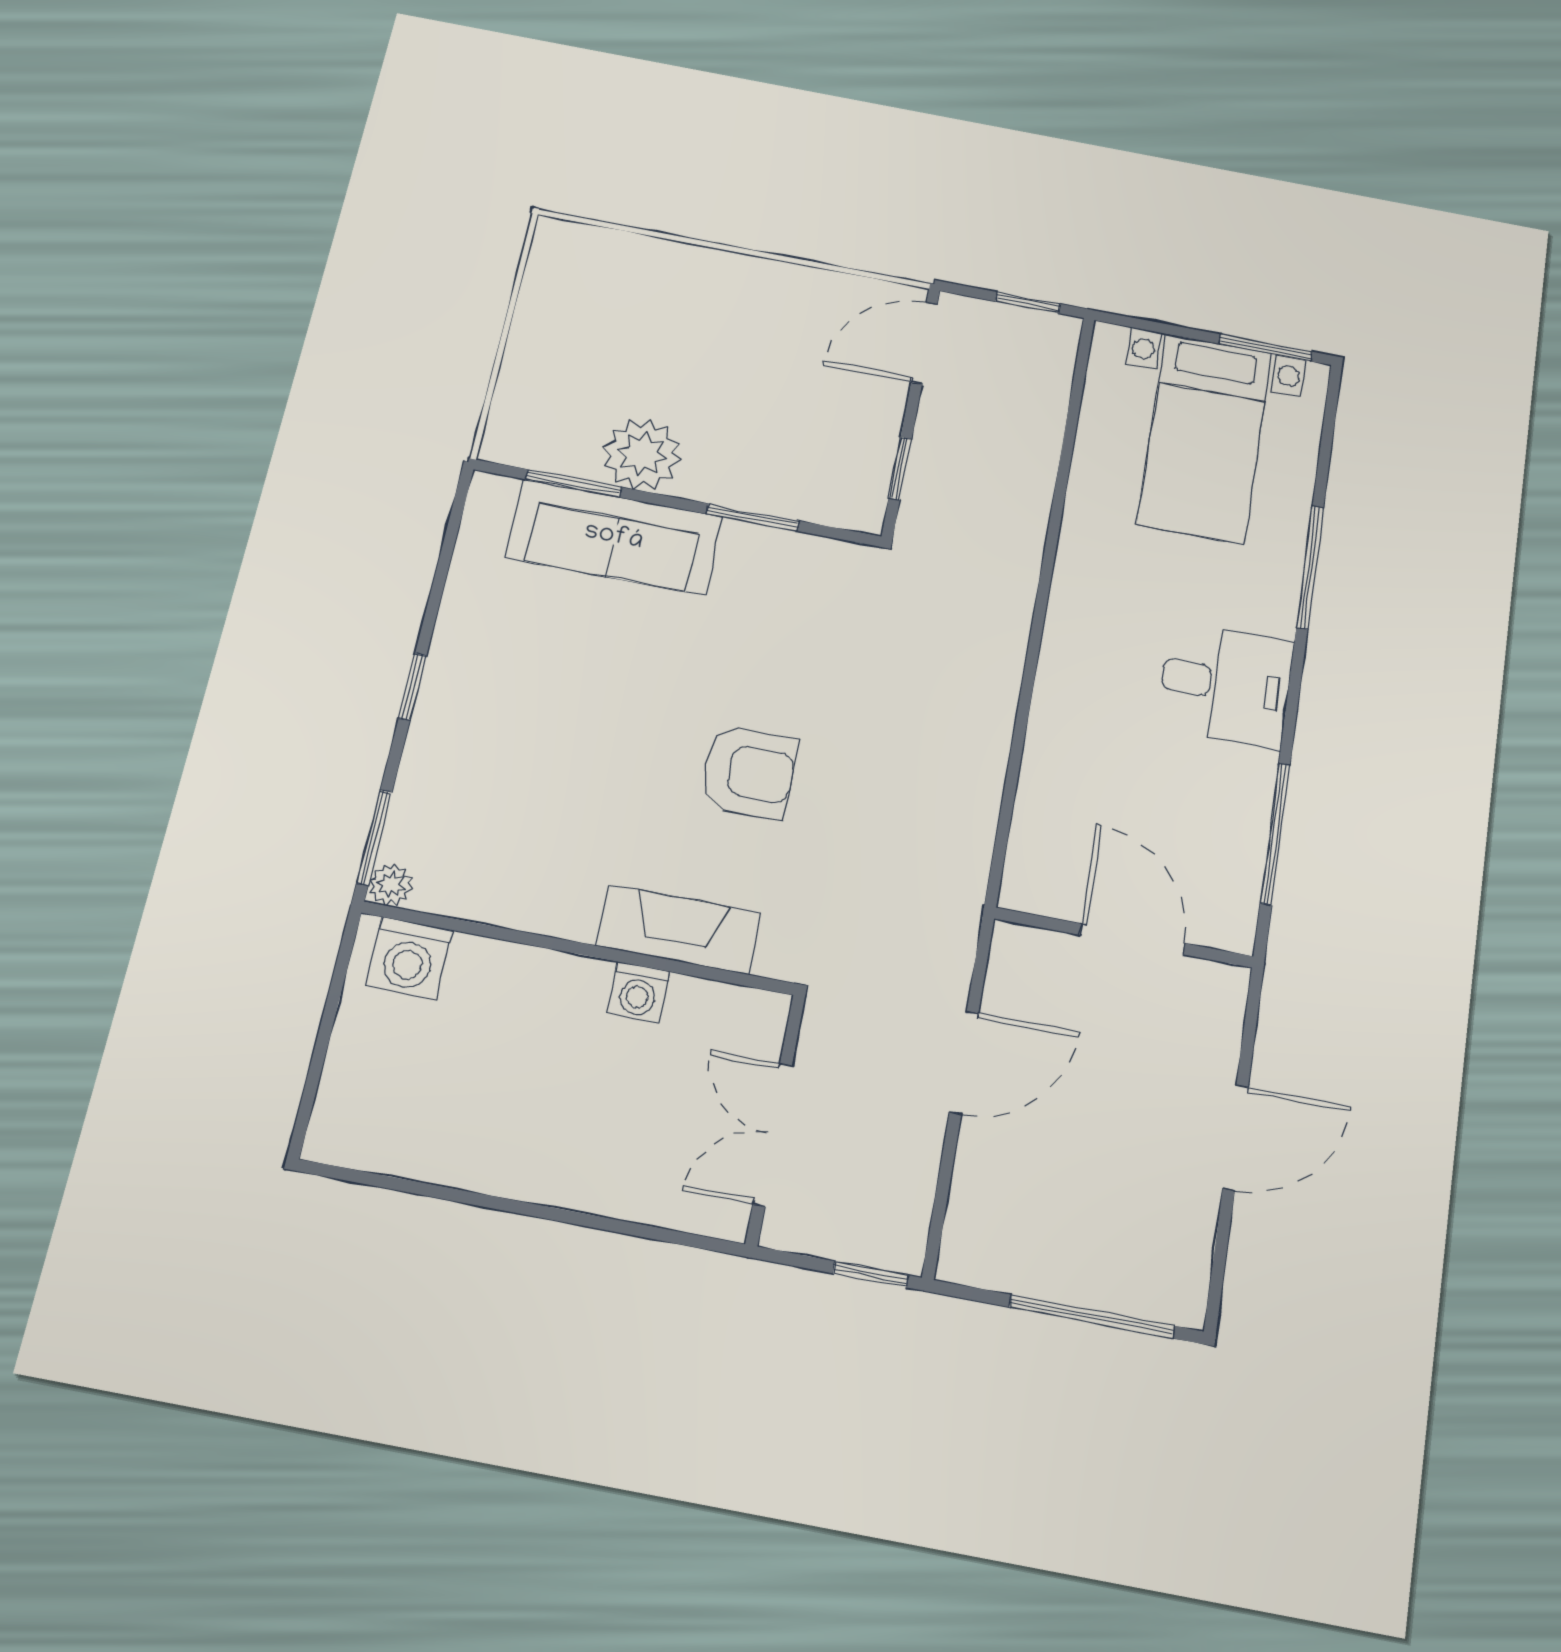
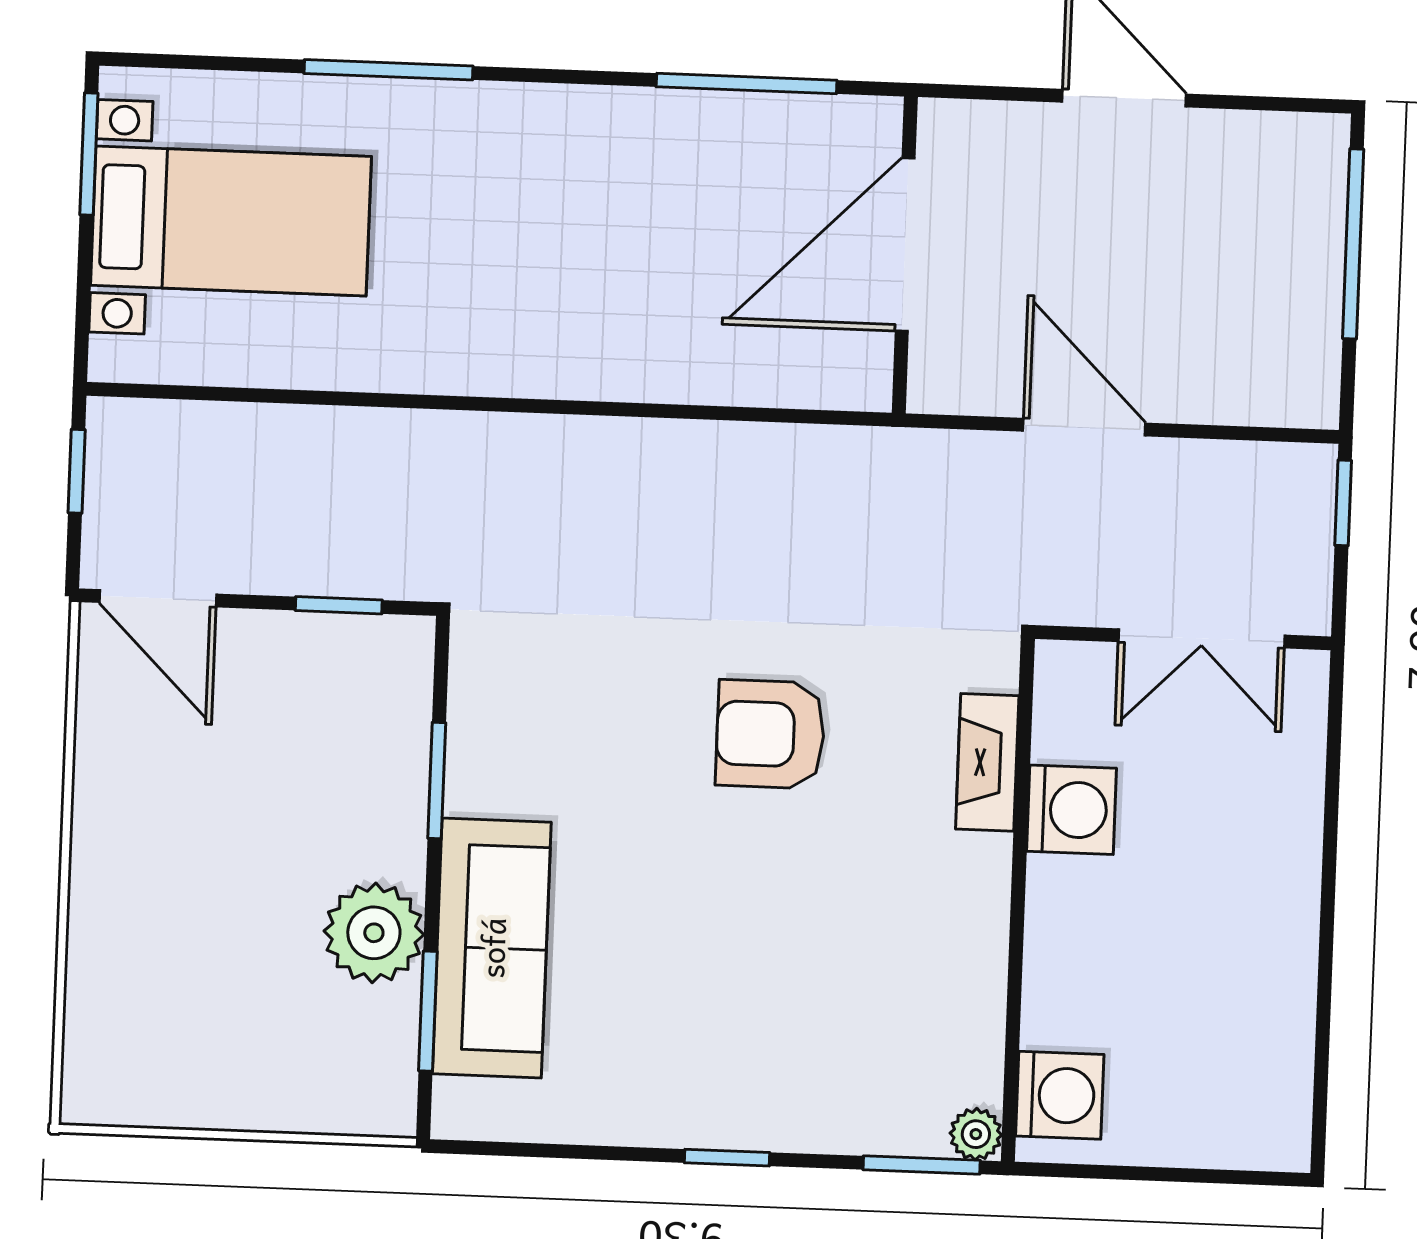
desk: (1225, 684) -> (563, 163), removed
armchair: (748, 772) -> (770, 734), turned -90
fireplace: (678, 929) -> (987, 762), width x0.73, depth x0.76
door: (1132, 939) -> (905, 245), width x1.36
washing machine: (638, 992) -> (1071, 810), width x1.38, depth x1.38

